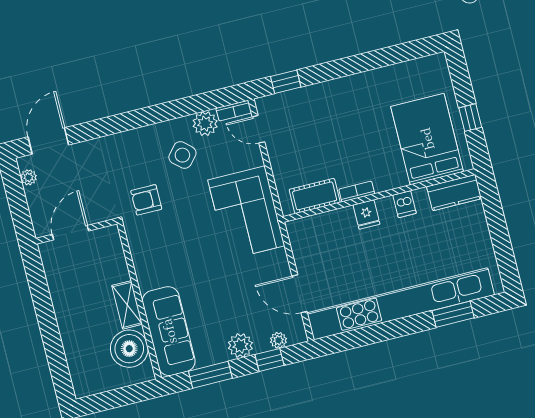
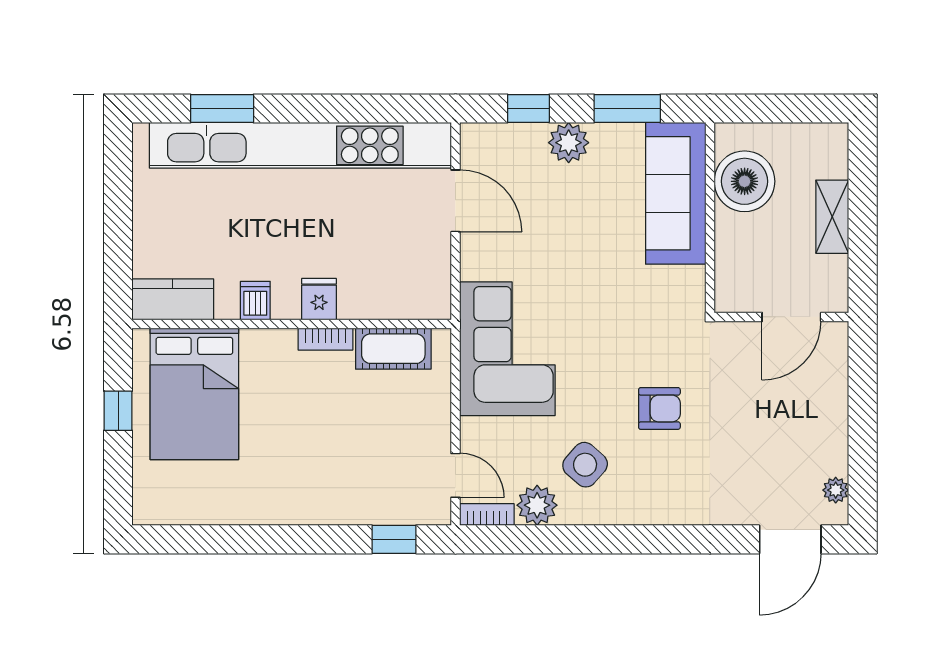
wall: (76, 231) -> (781, 317), moved
door: (70, 233) -> (791, 317), moved
shelving: (127, 305) -> (832, 217), moved
plant: (278, 340) -> (507, 136), removed

